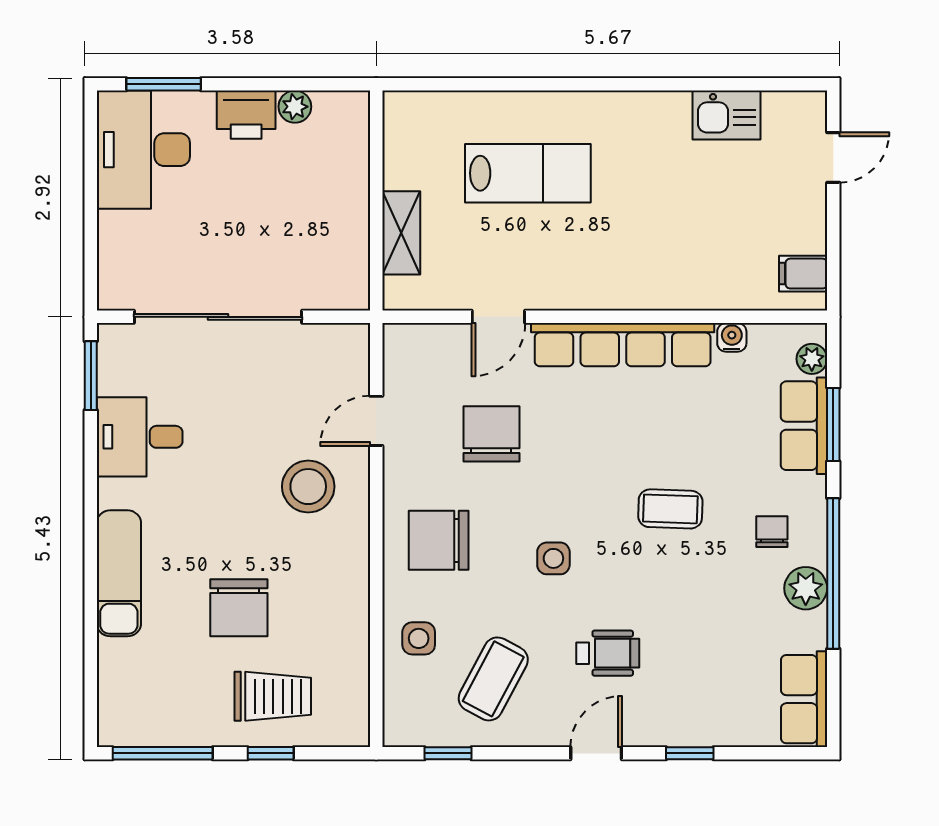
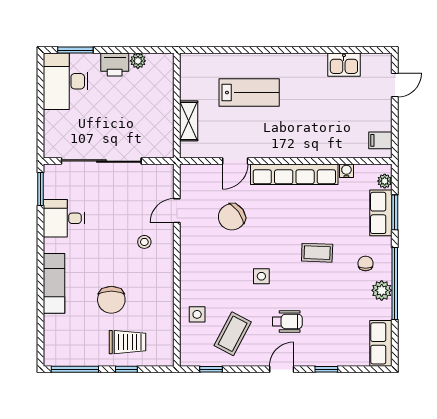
chair: (491, 434) -> (232, 217), turned -126
stool: (308, 487) -> (144, 242), width x0.53, depth x0.53
chair: (439, 540) -> (207, 268), removed

